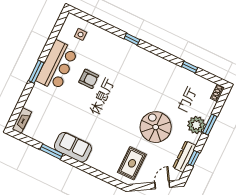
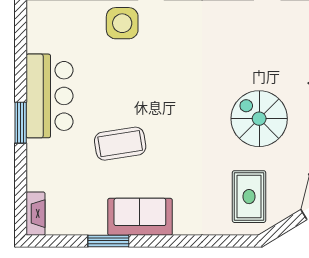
side table: (81, 34) -> (122, 23), moved, width x1.87, depth x1.87
armchair: (89, 79) -> (112, 93), removed
coffee table: (81, 106) -> (120, 144), added

